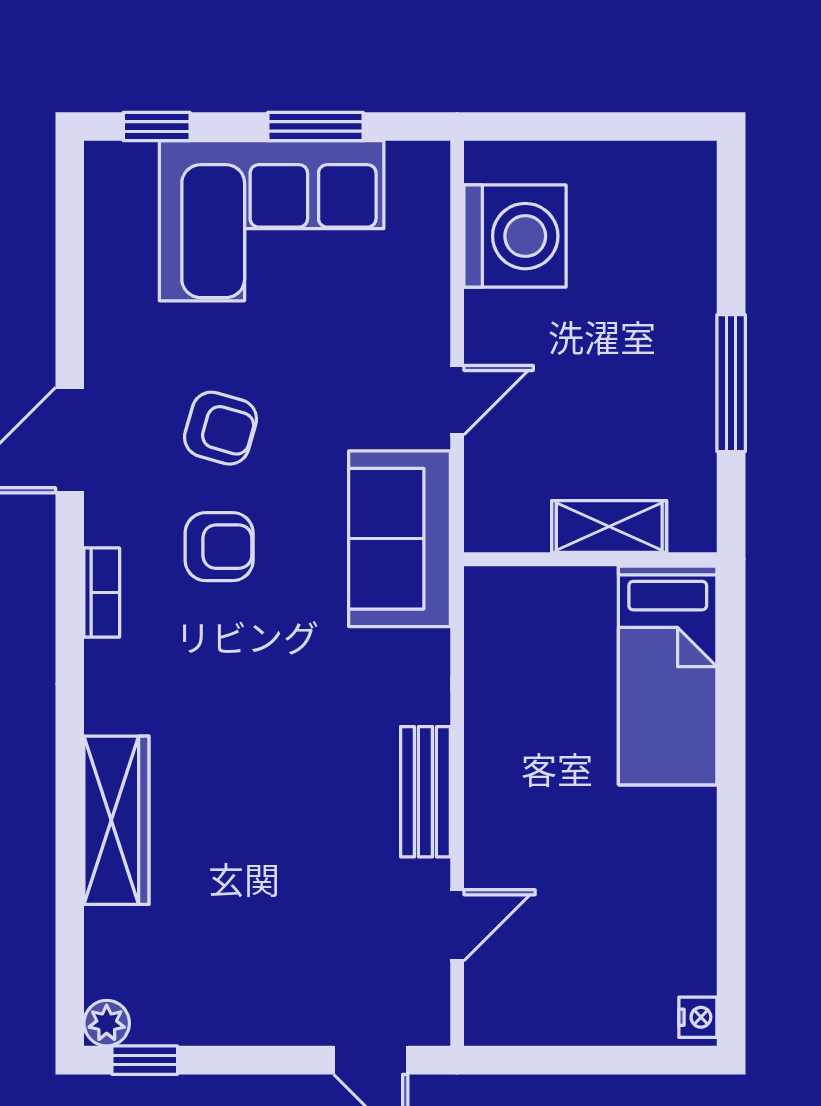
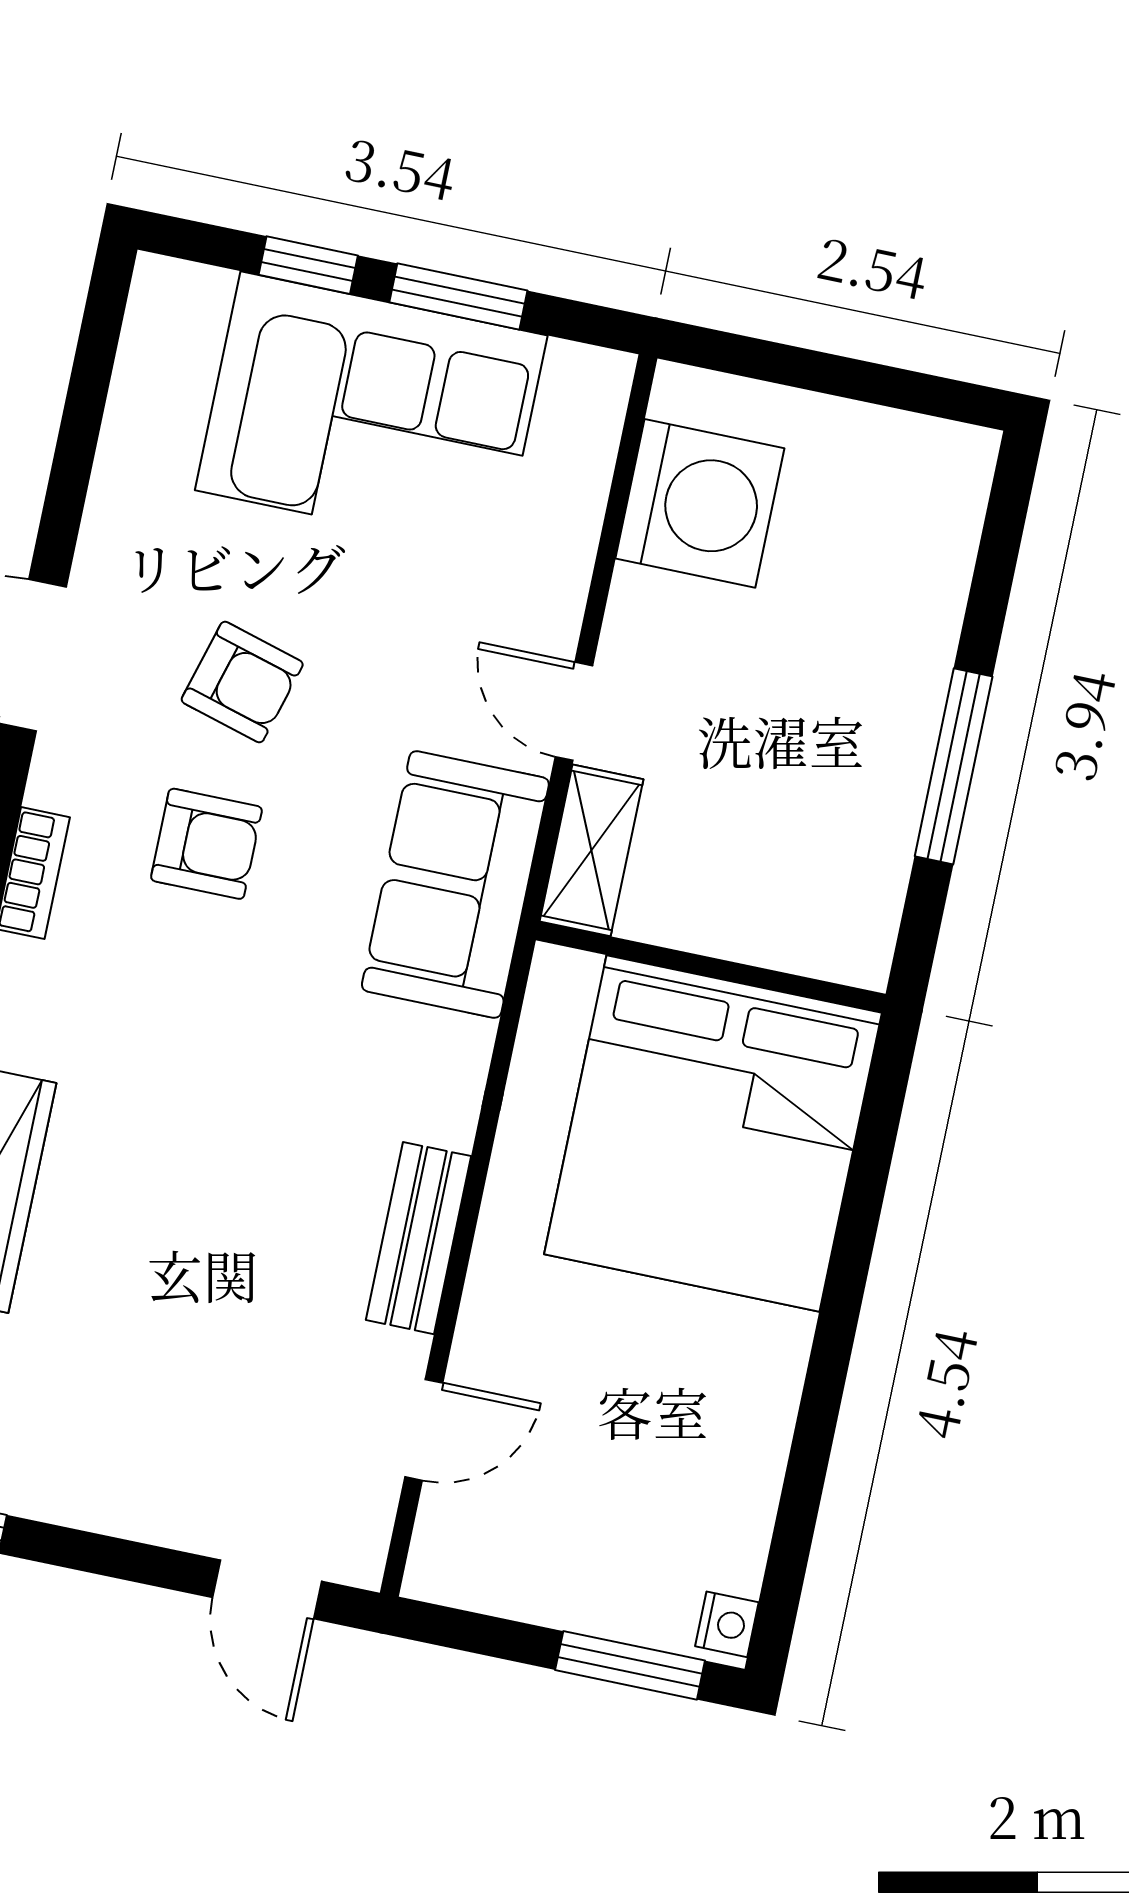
window: (157, 126) -> (308, 265), moved
door: (457, 400) -> (574, 711), swing flipped
shelving: (609, 527) -> (591, 850), moved, turned 90
bed: (668, 675) -> (713, 1133), width x2.04
window: (636, 1060) -> (630, 1665), added

